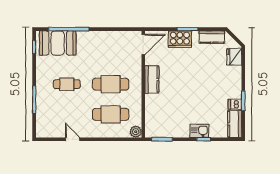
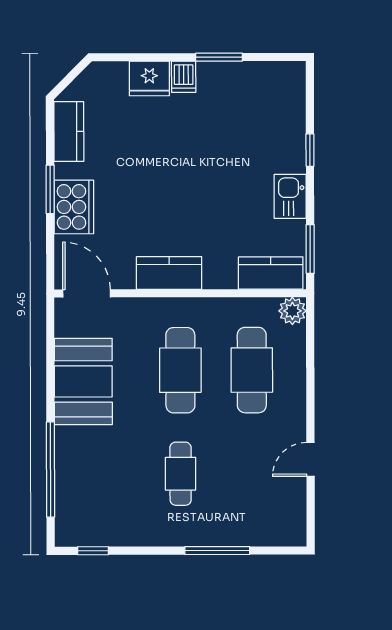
booth: (58, 43) -> (83, 381), moved
fridge: (234, 57) -> (149, 78), moved
dishwasher: (235, 104) -> (184, 77), moved
kitchen counter: (235, 124) -> (271, 273), moved, turned 180
kitchen sink: (199, 131) -> (290, 196), moved

